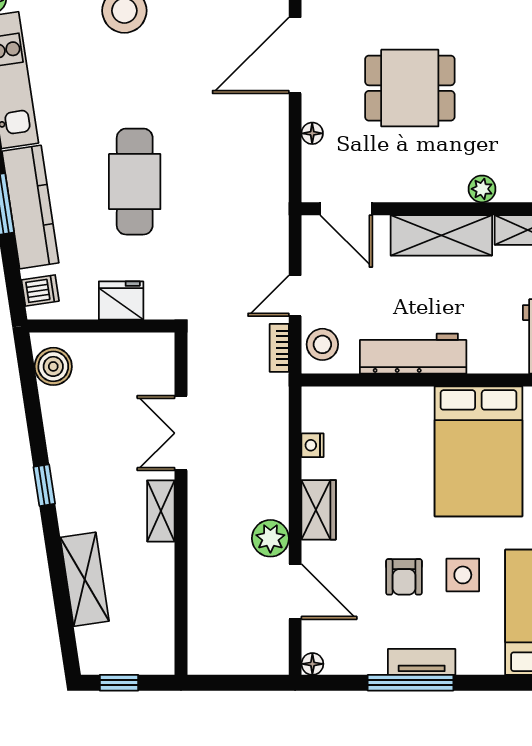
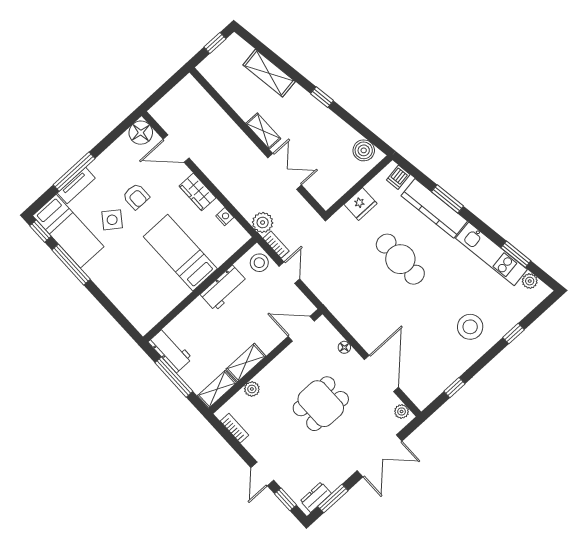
shelving: (441, 235) -> (246, 363), width x0.67, depth x0.75
workbench: (413, 354) -> (224, 288), width x0.73
bed: (478, 451) -> (180, 253), moved, width x0.67
plant: (270, 538) -> (263, 222), moved
side table: (463, 575) -> (112, 220), turned 36
armchair: (404, 577) -> (136, 196), turned 180
tv unit: (422, 662) -> (76, 186), moved
floor lamp: (312, 664) -> (141, 133), width x1.89, depth x1.89
window: (411, 683) -> (74, 172), moved

